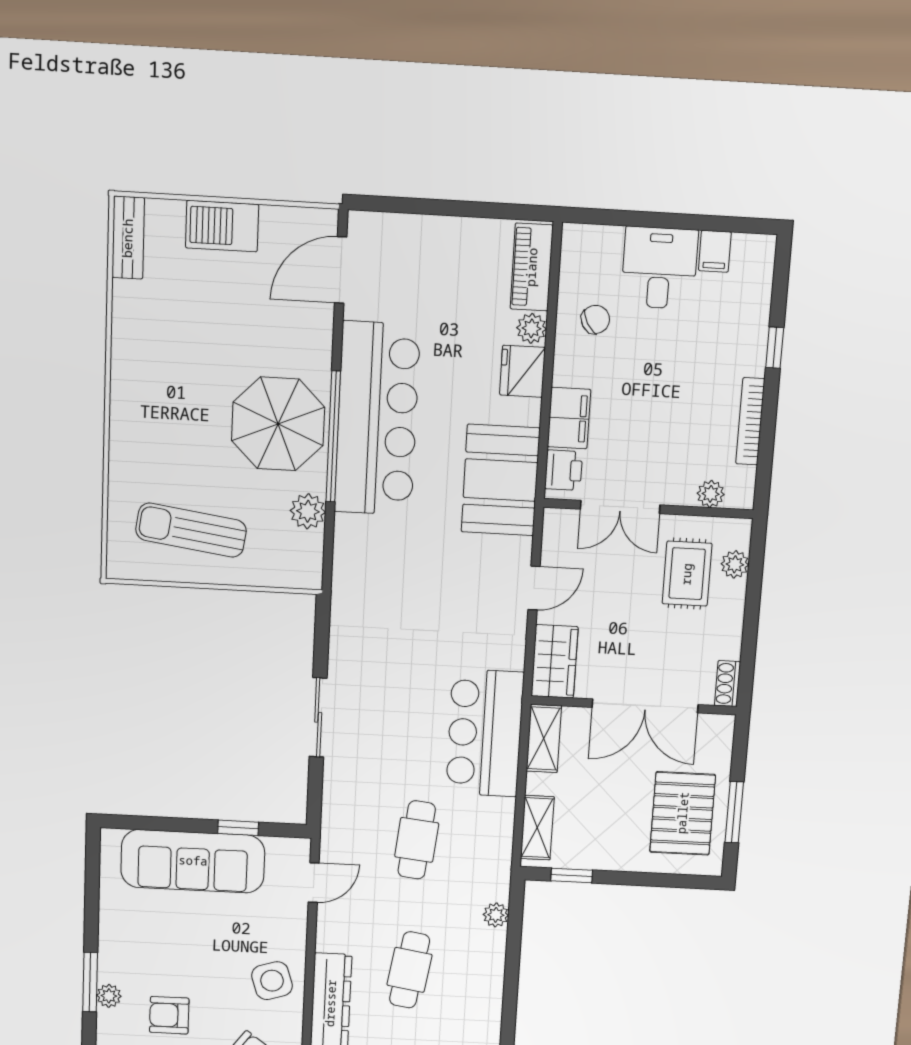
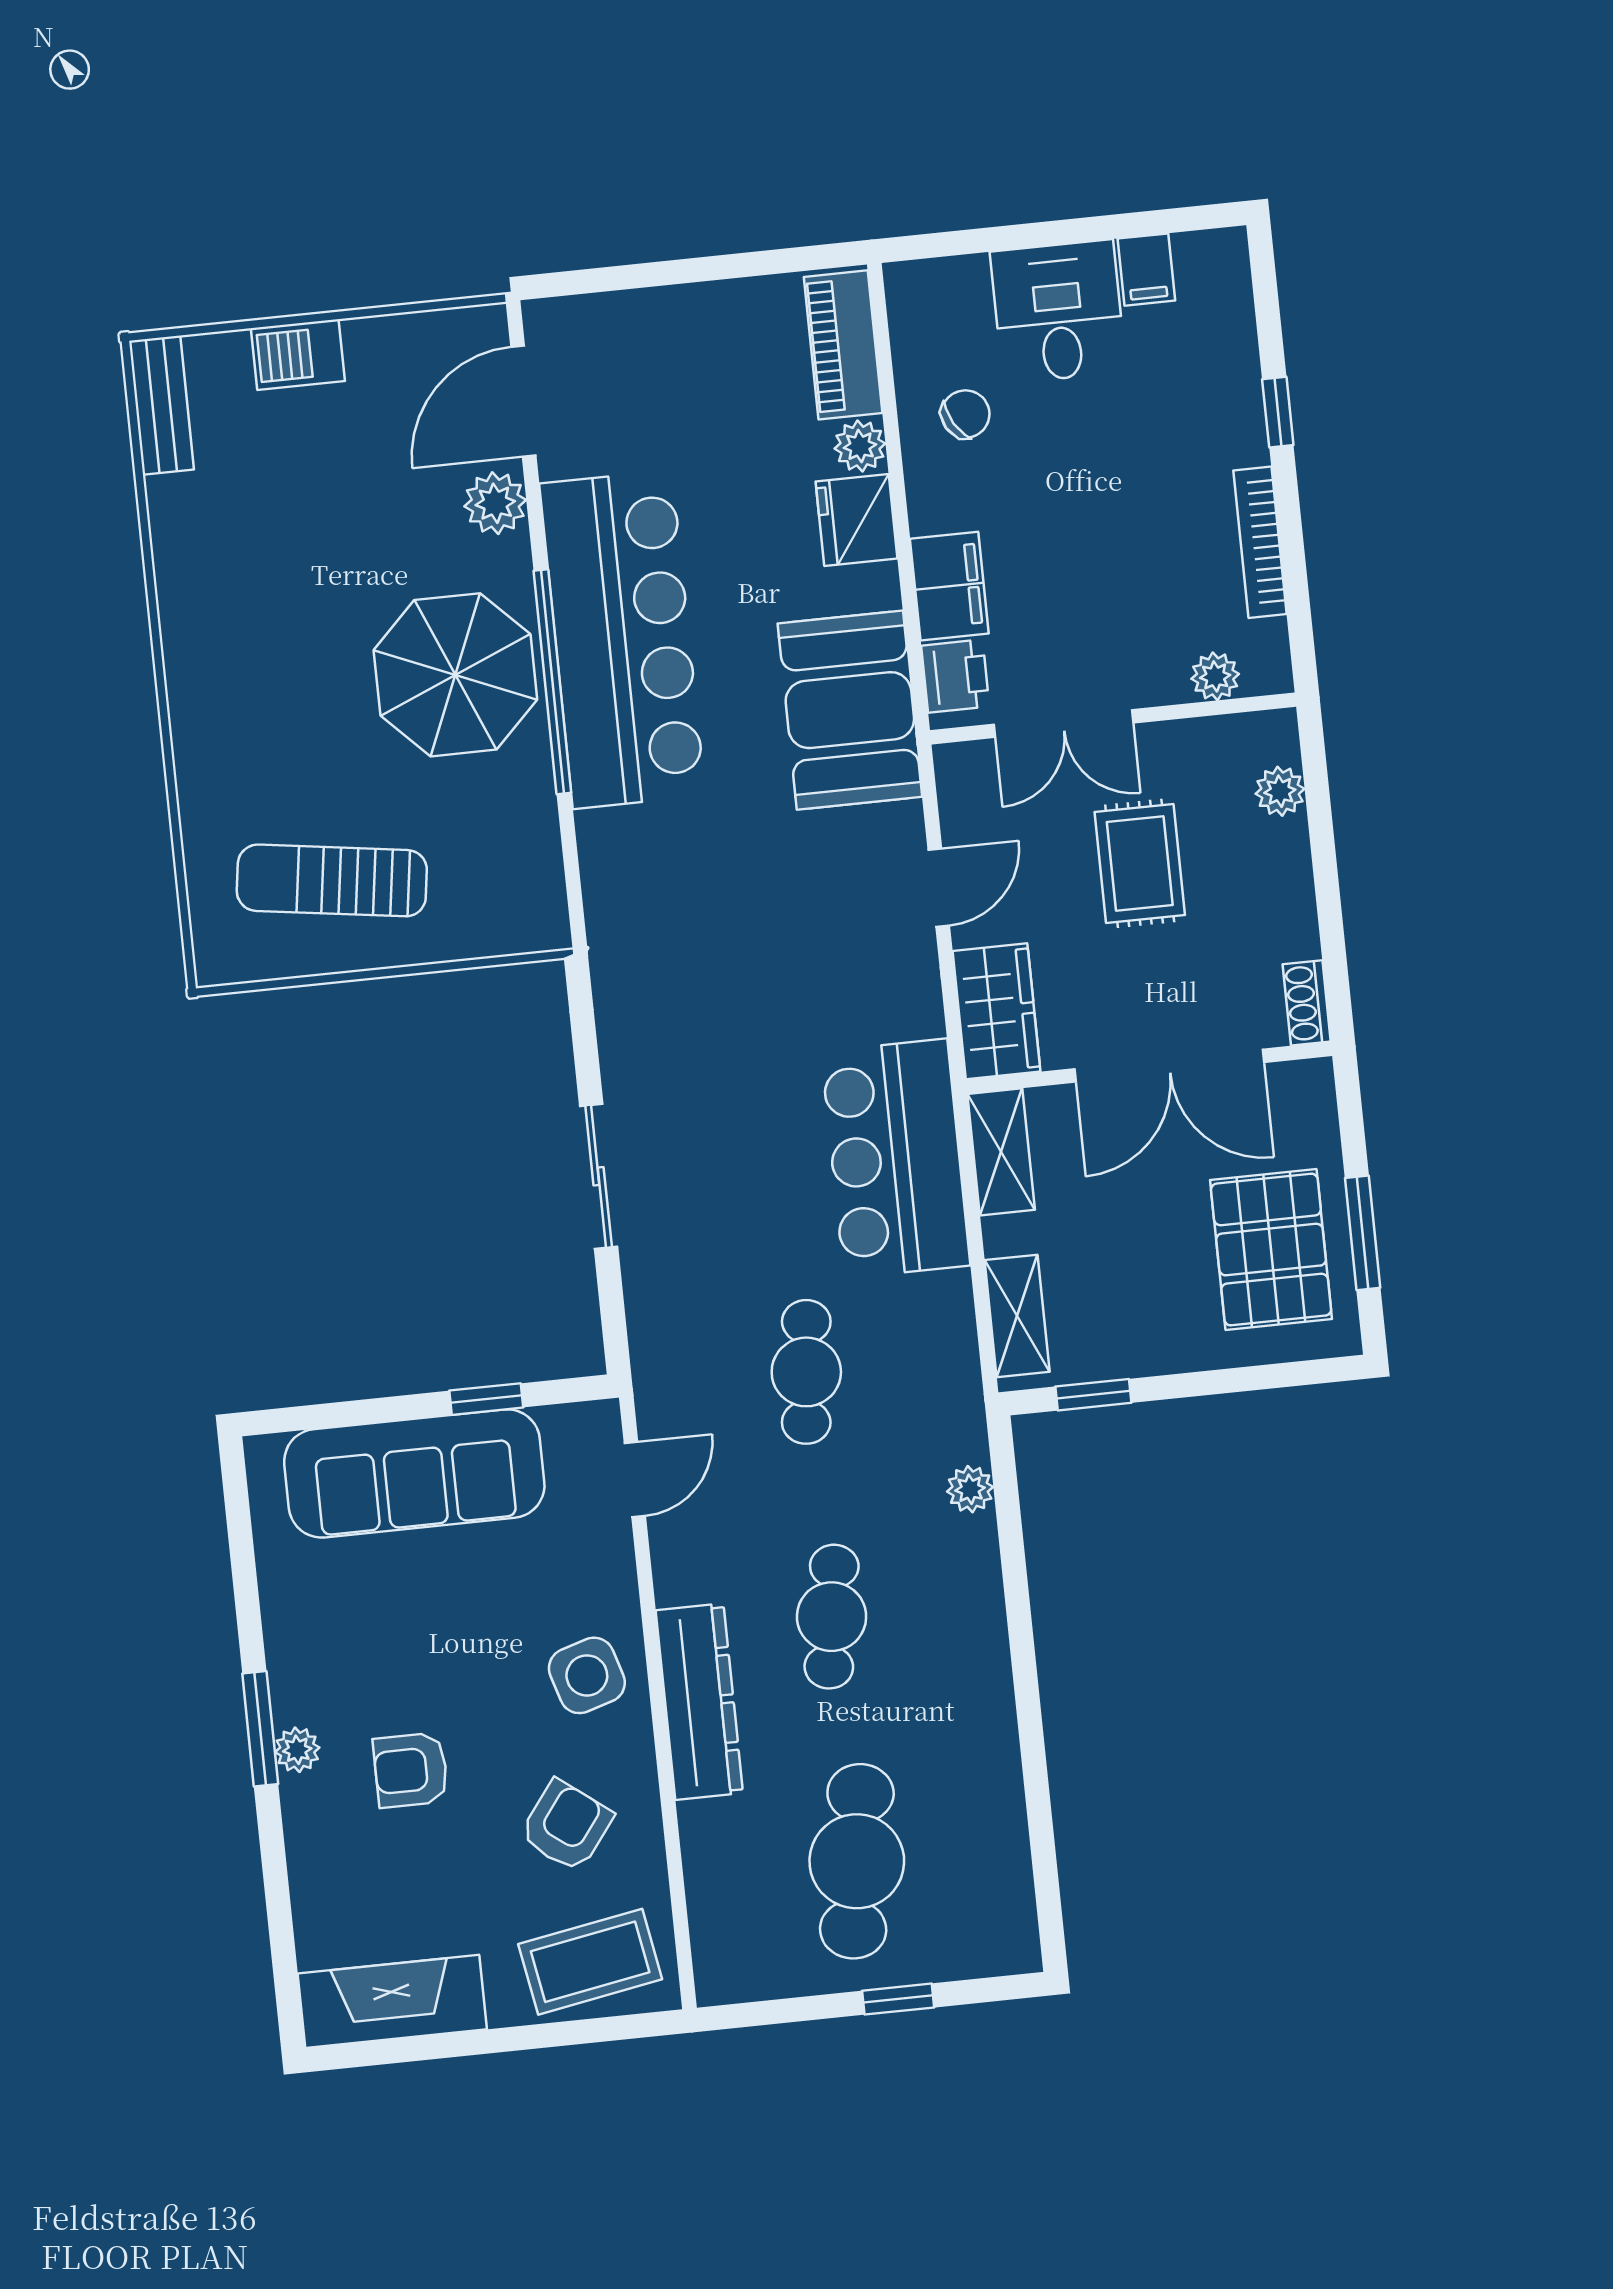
barbecue: (222, 226) -> (298, 355), width x0.73, depth x0.79
plant: (308, 511) -> (495, 503), moved
rug: (687, 574) -> (1140, 863), moved

